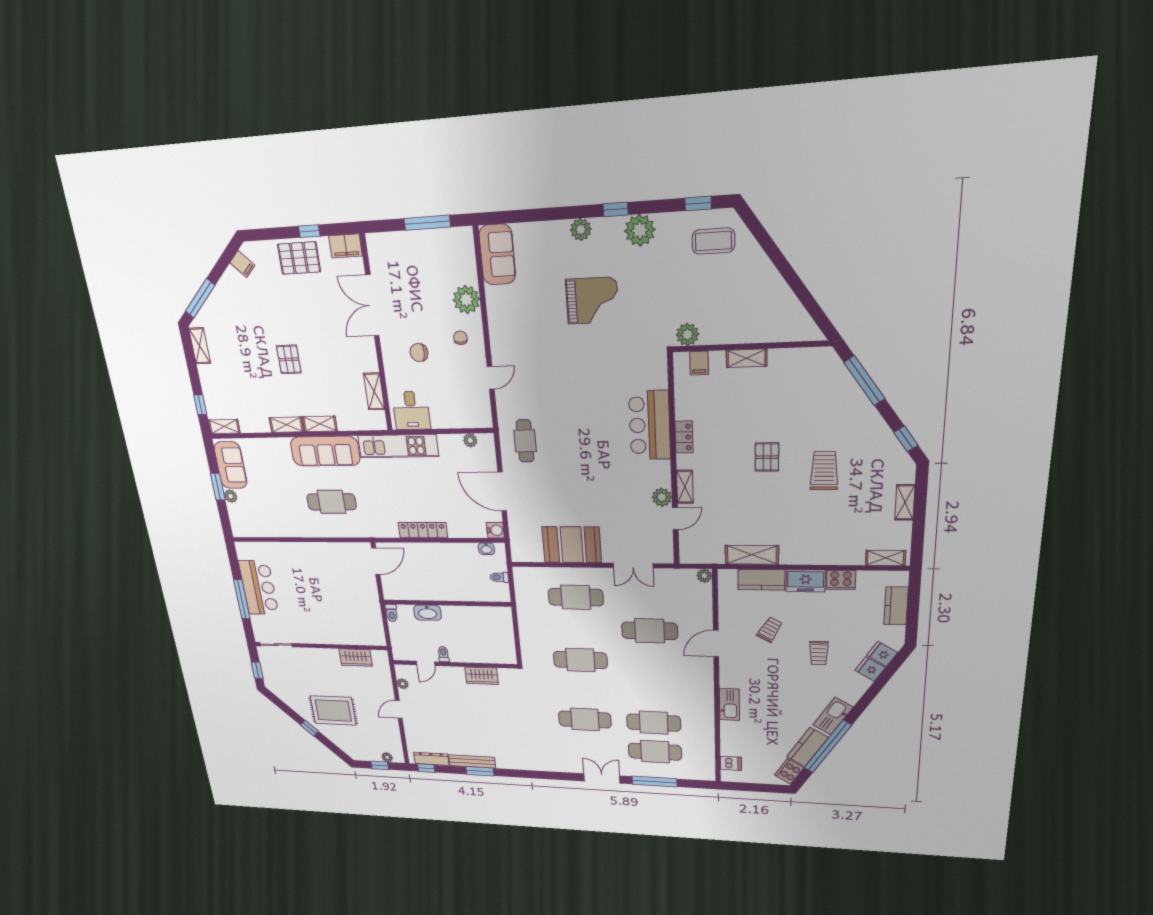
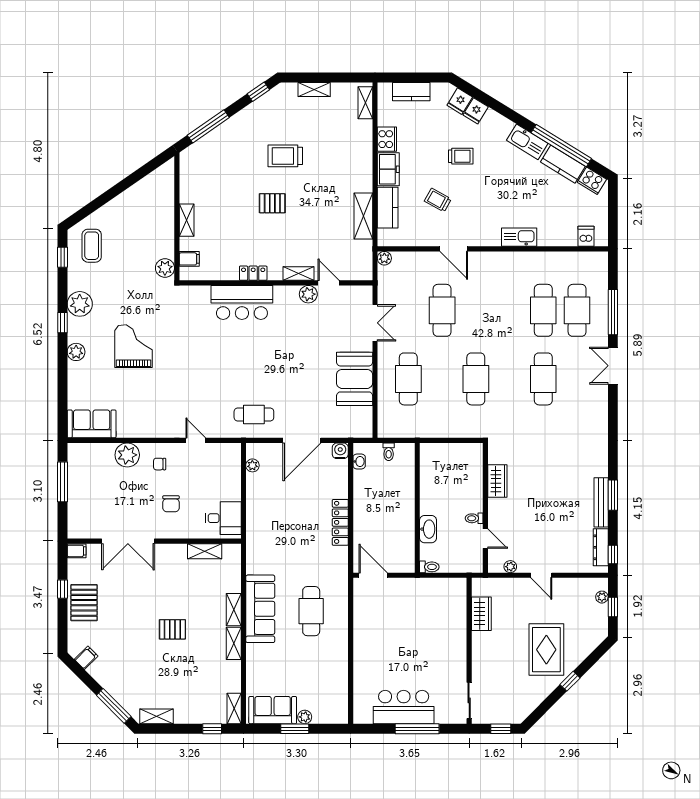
filing cabinet: (345, 246) -> (77, 551), width x0.50
kitchen unit: (398, 446) -> (257, 535), removed

